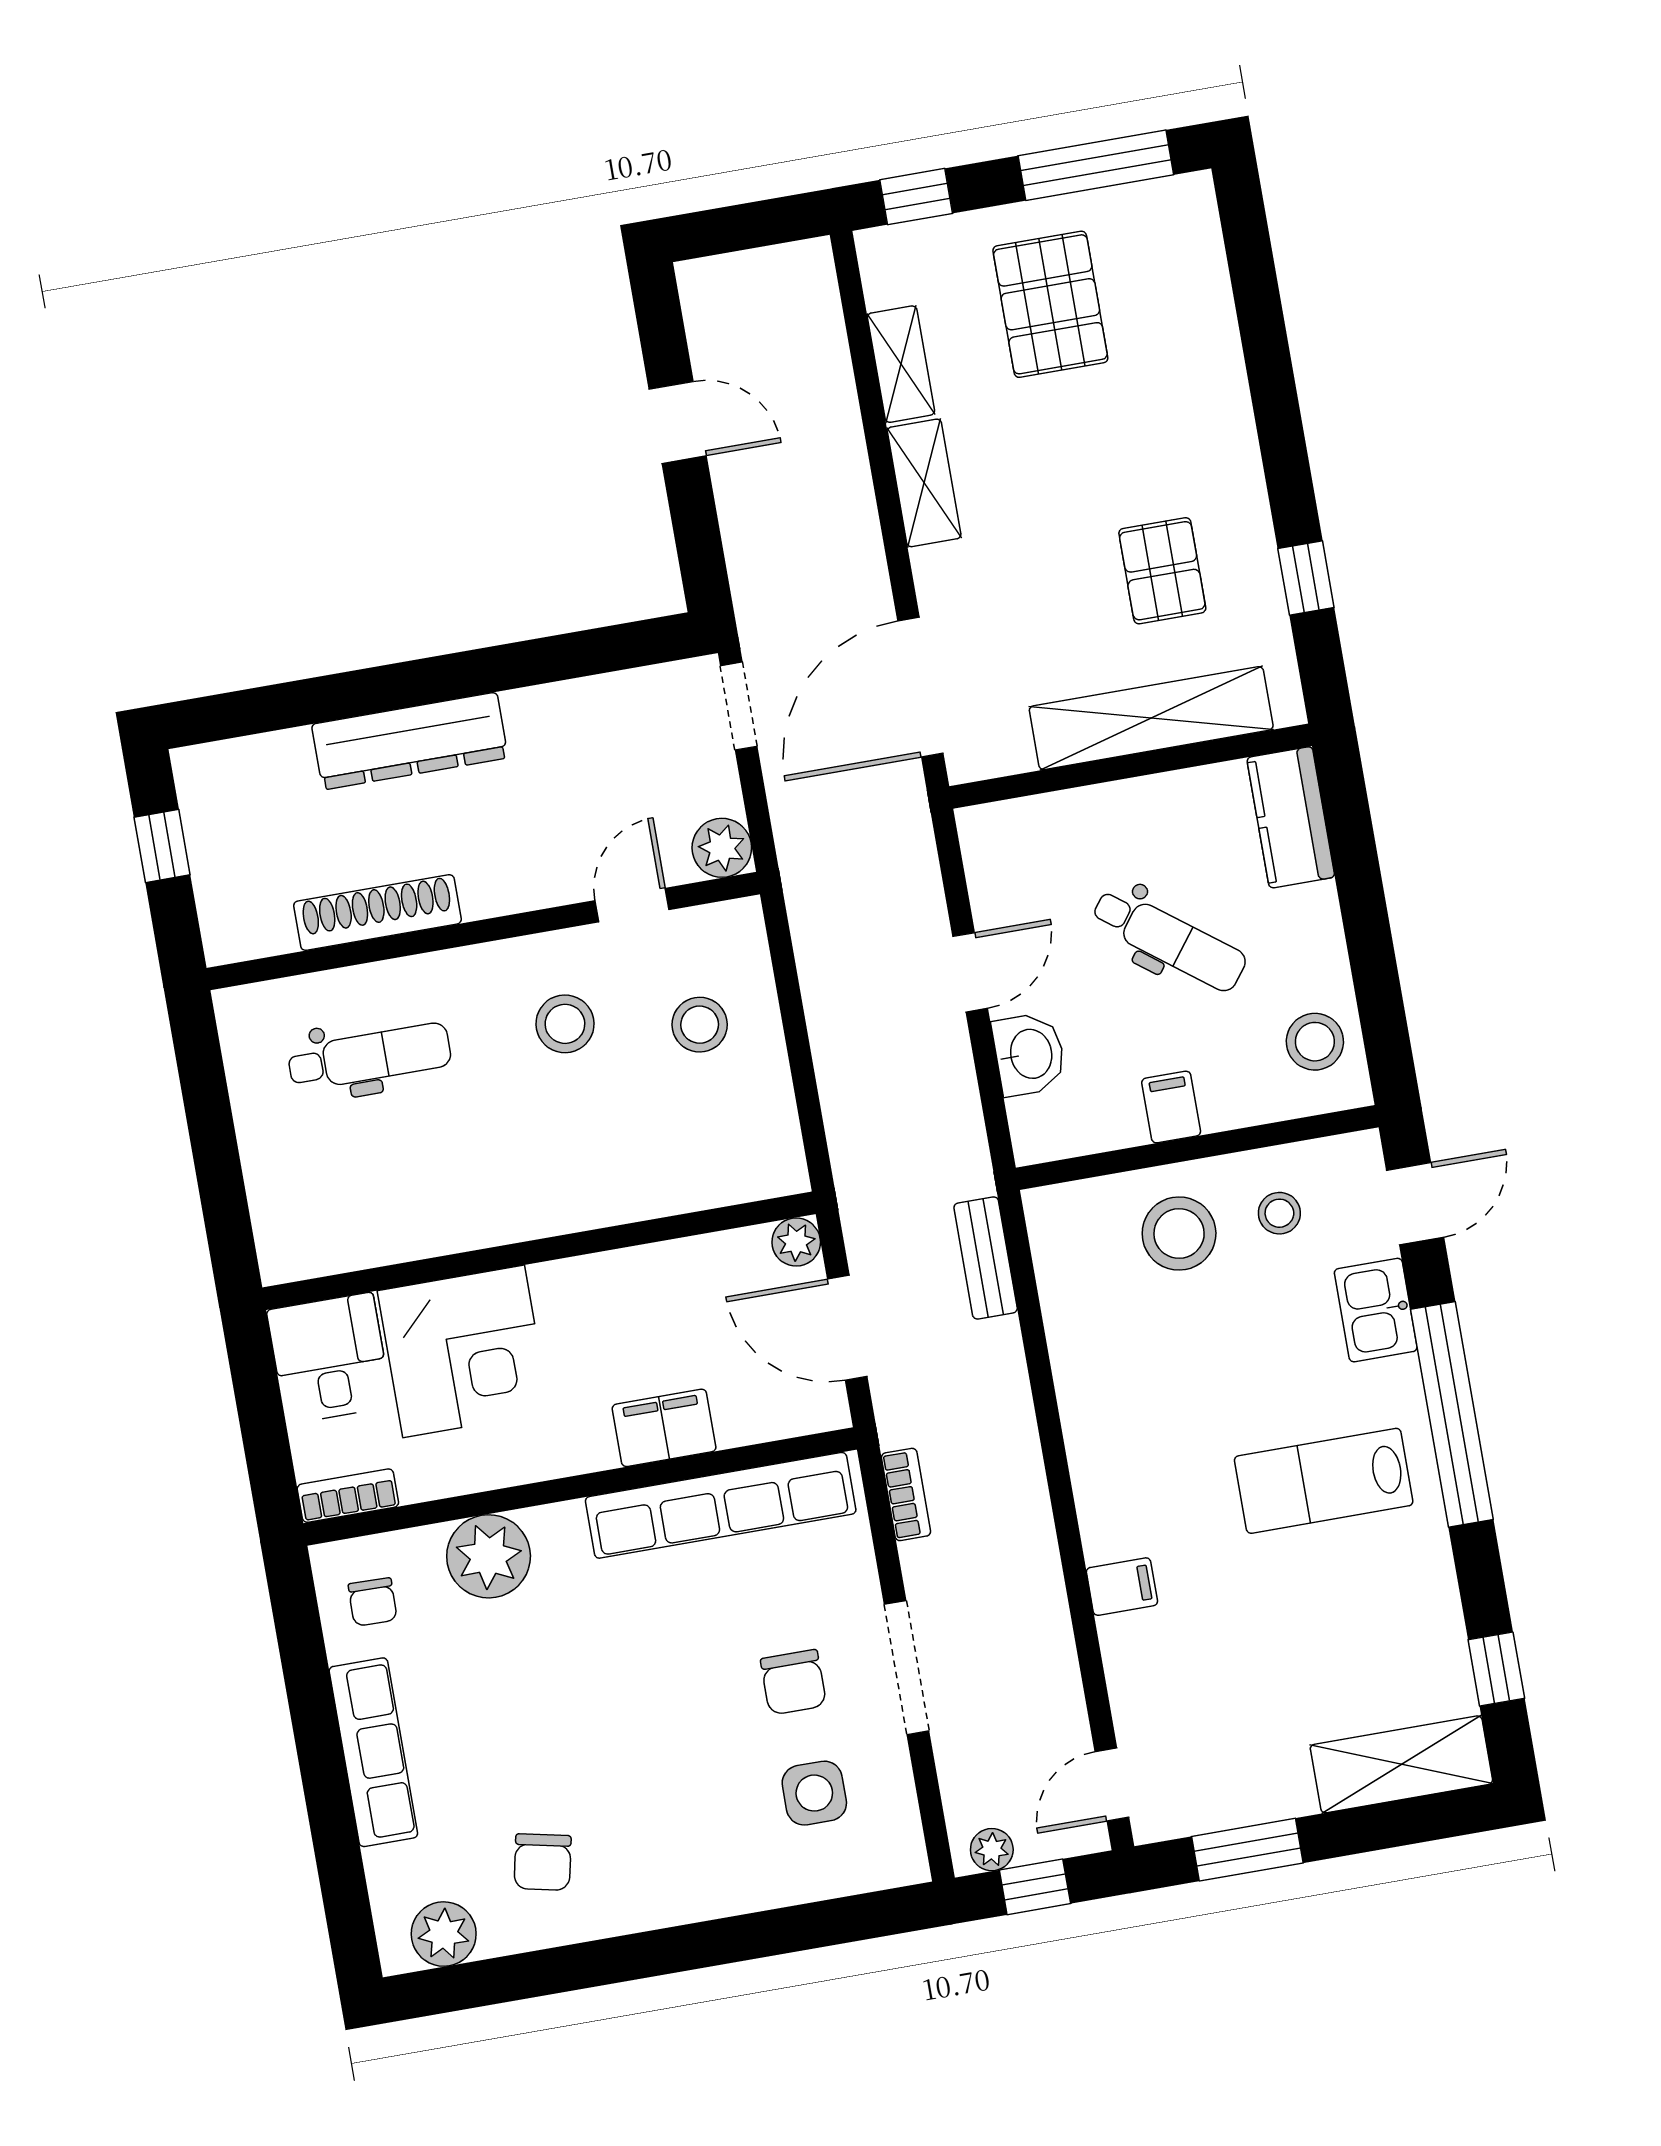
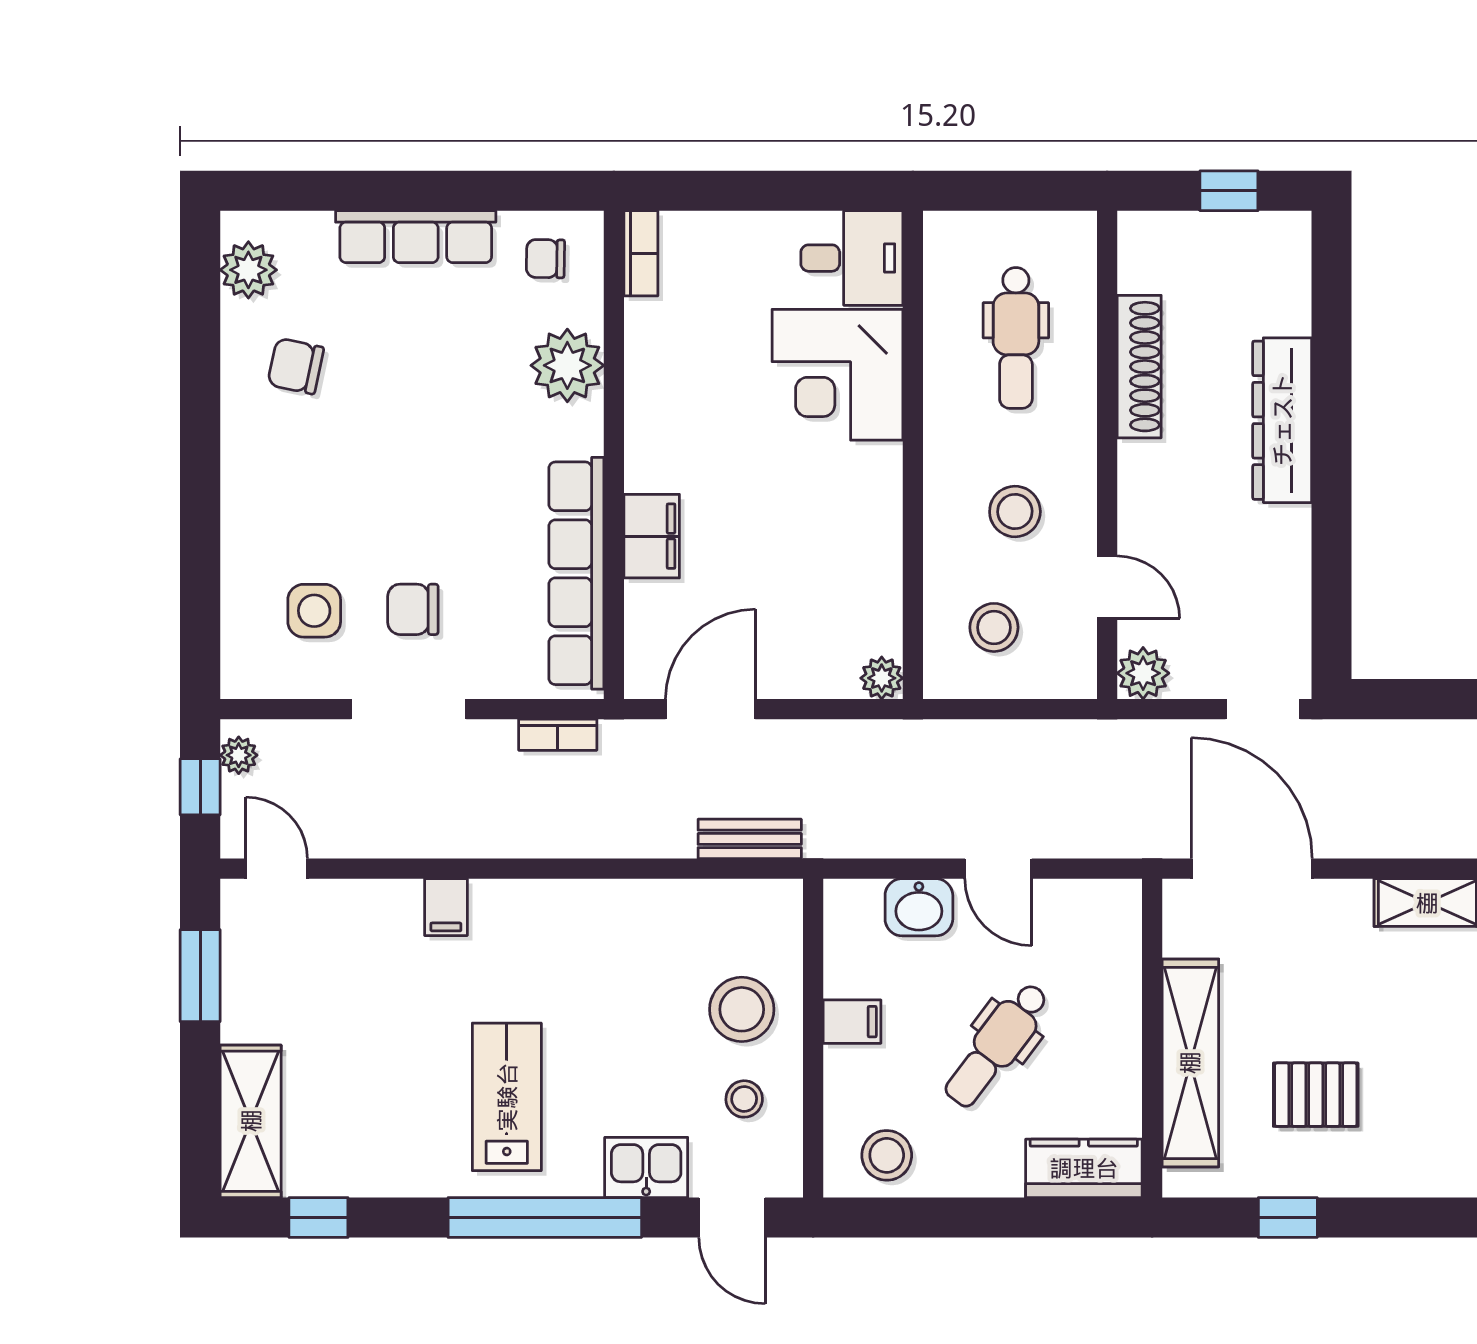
plant: (796, 1242) -> (882, 678), moved
wall: (539, 1251) -> (913, 455), moved
corner desk: (464, 1351) -> (837, 375), moved
desk: (329, 1358) -> (852, 258), moved

